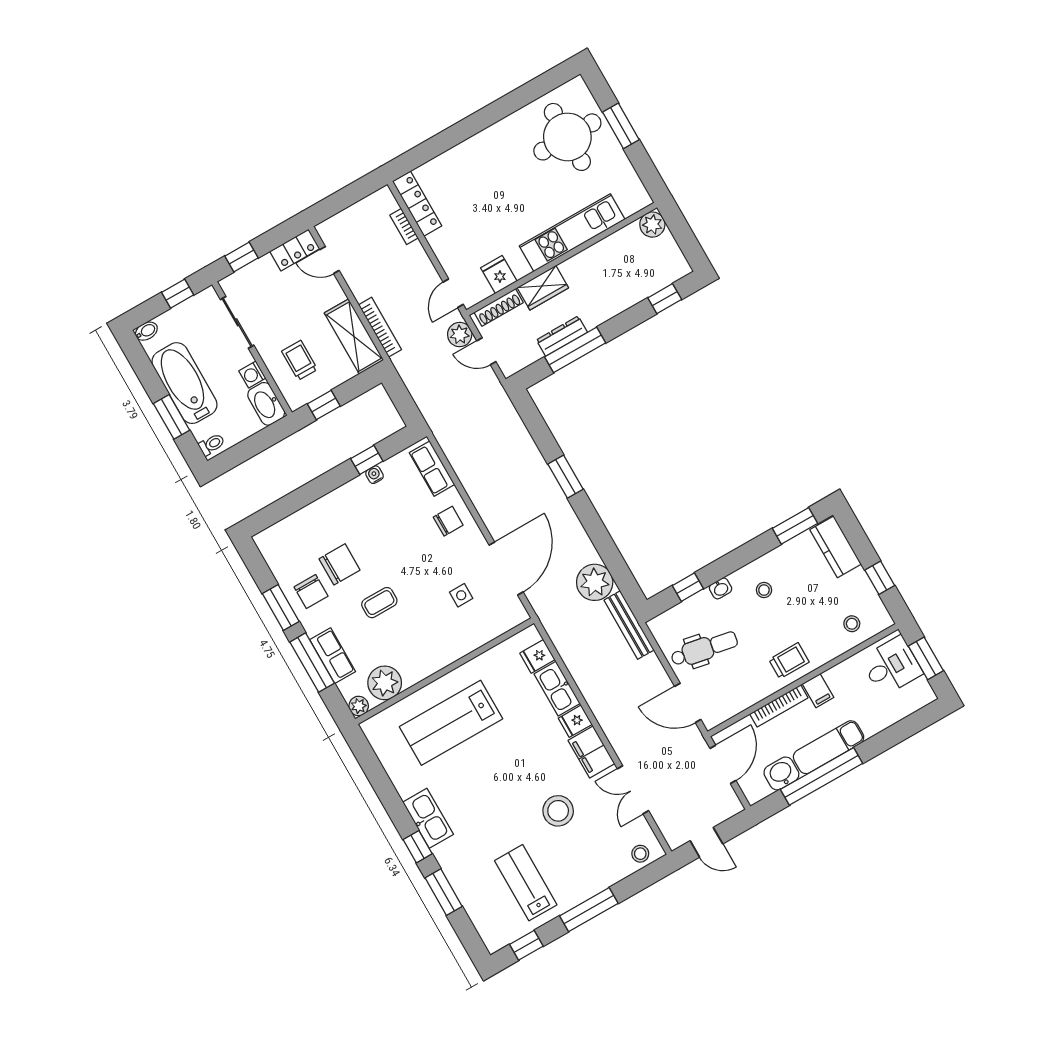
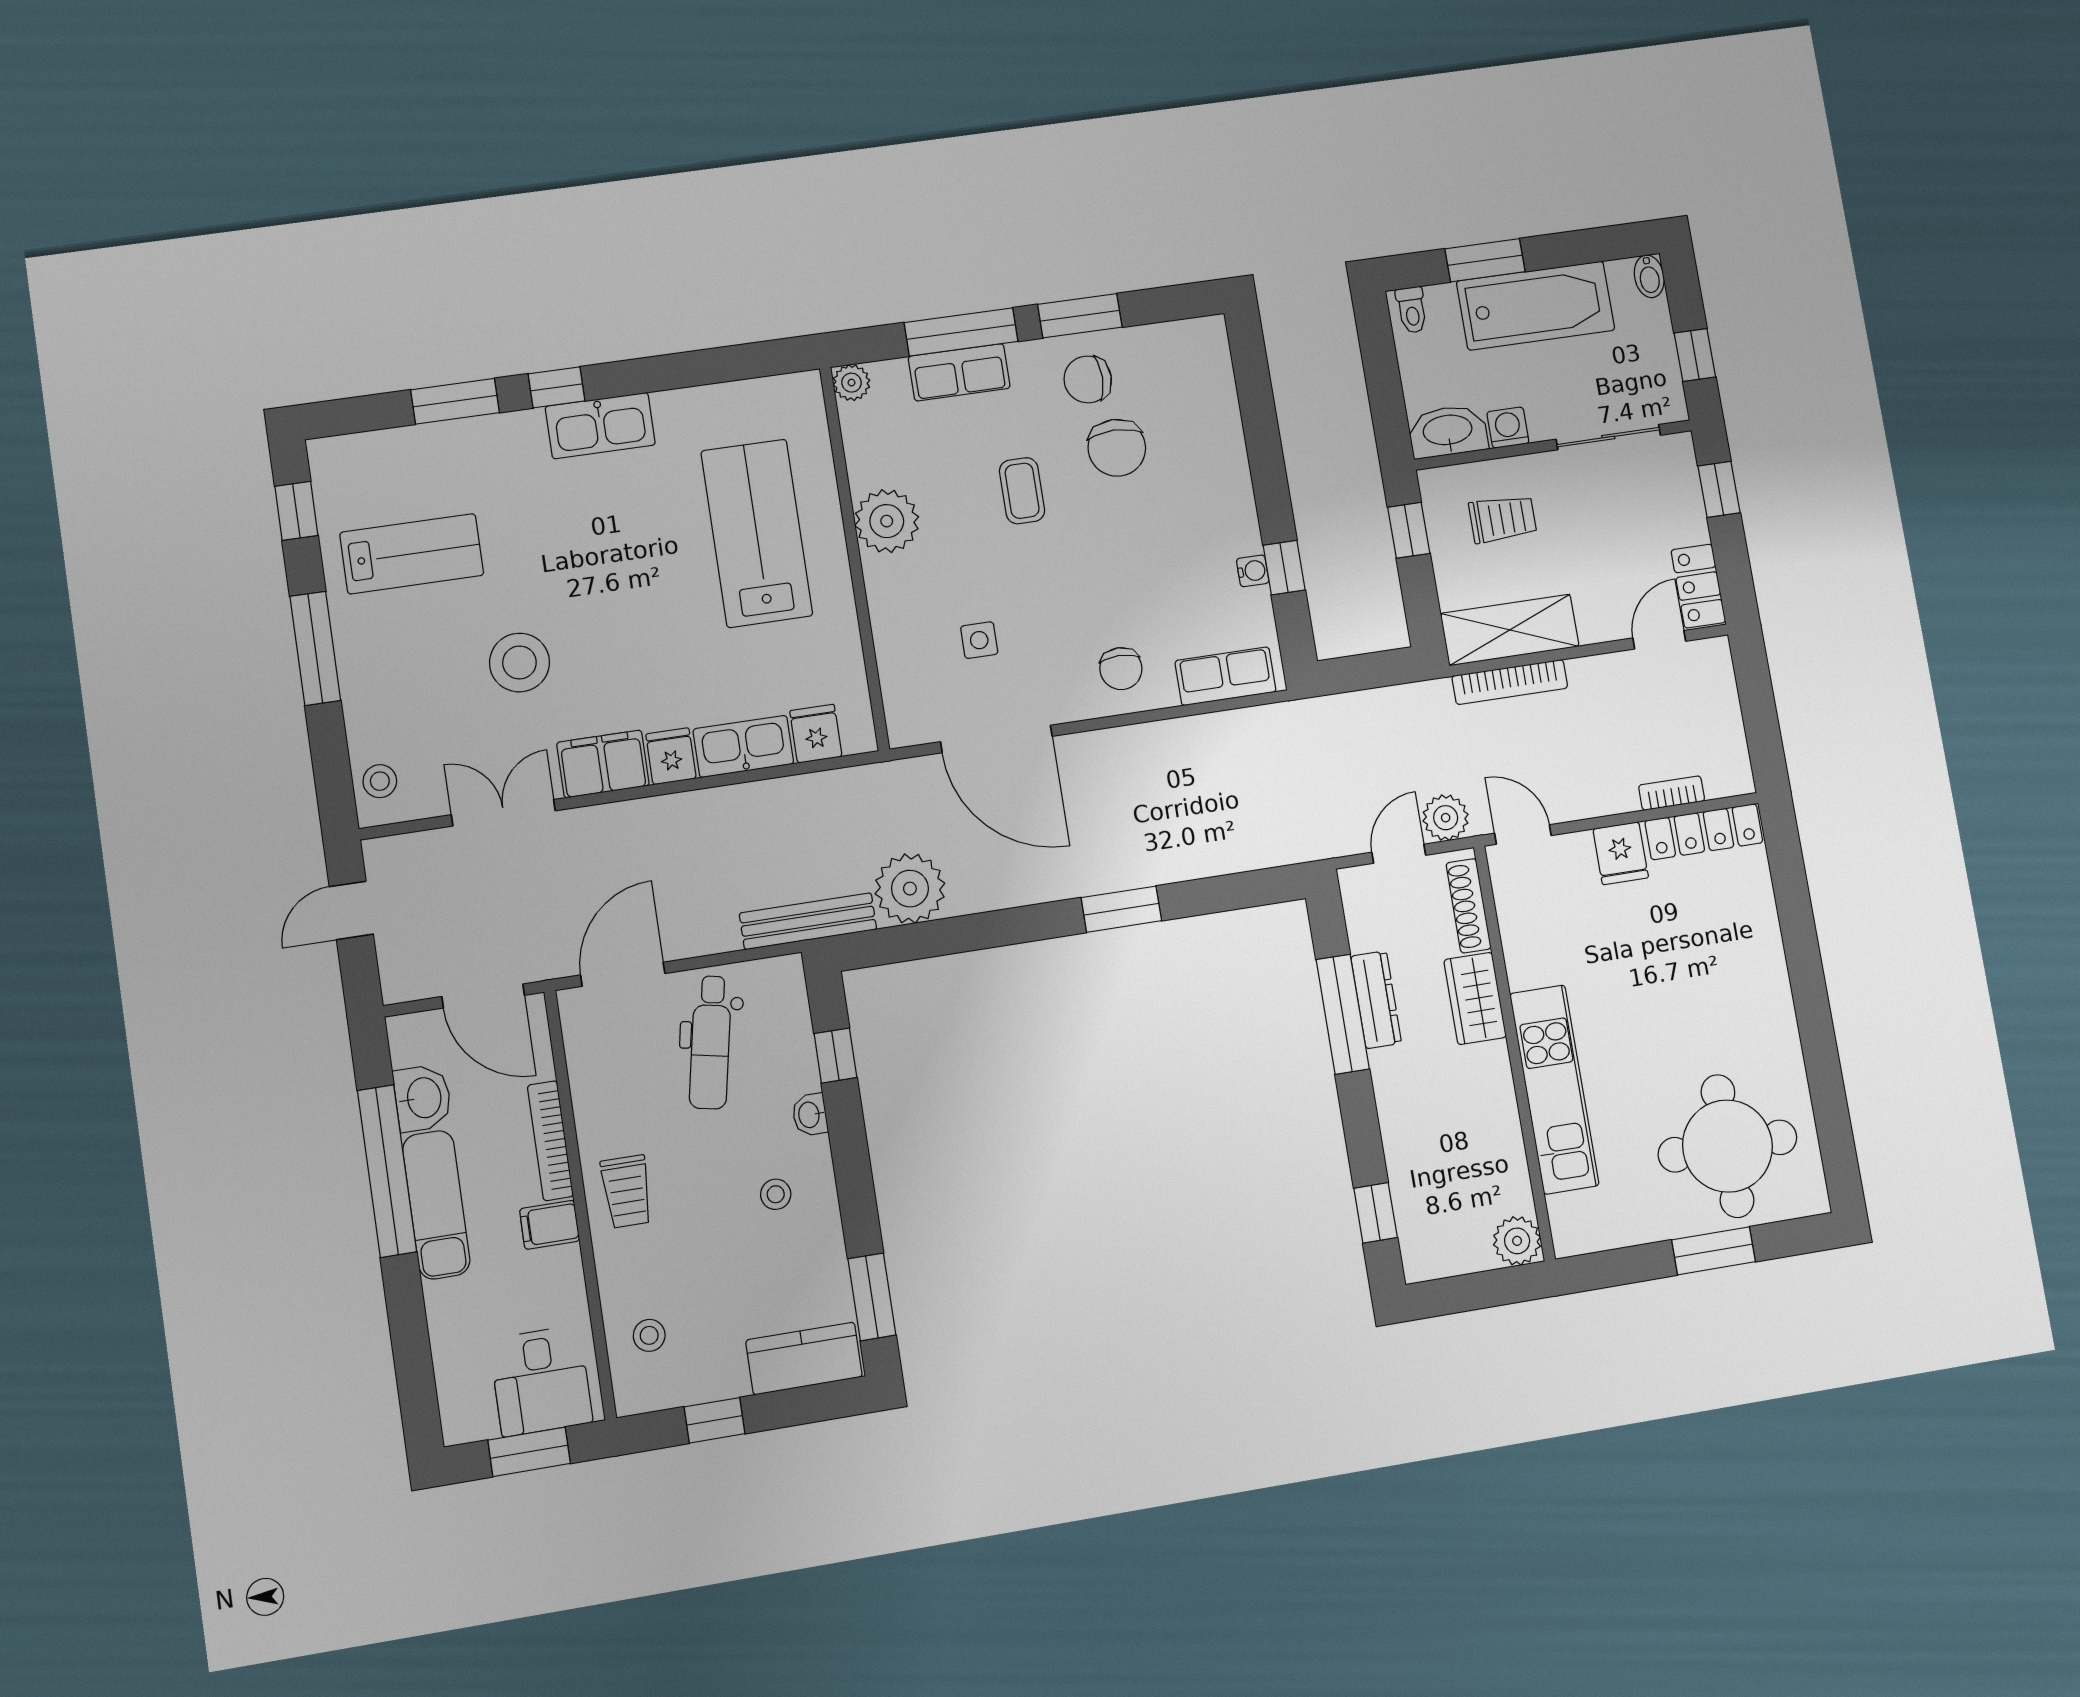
fridge: (499, 274) -> (1621, 853), moved, turned 90
plant: (385, 683) -> (887, 521), moved

